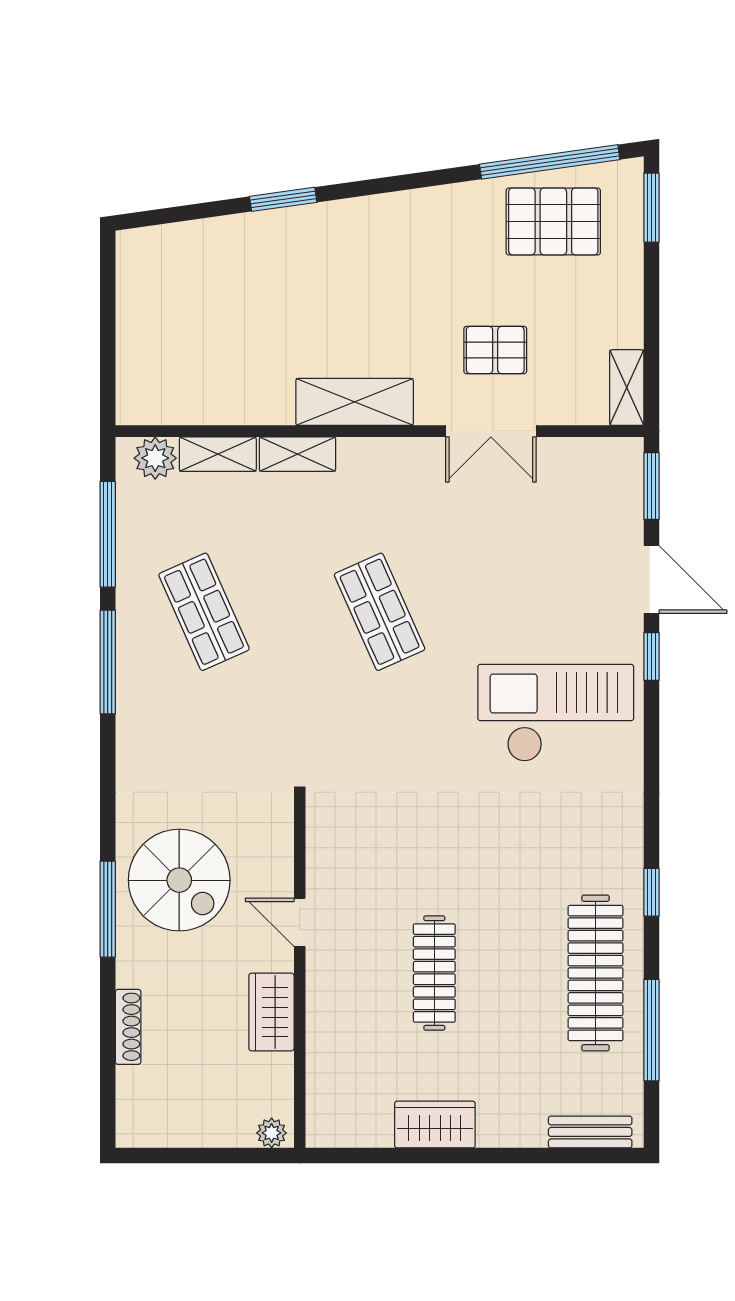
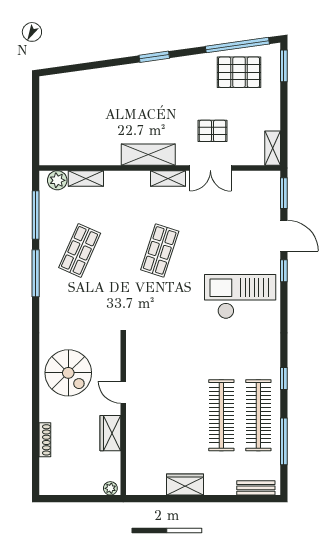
window: (283, 199) -> (154, 57), moved
shelving: (298, 454) -> (168, 178), moved
shop shelf: (204, 612) -> (80, 250), turned 48
shop shelf: (380, 612) -> (160, 250), turned 42
window: (108, 909) -> (36, 386), removed
clothes rail: (434, 973) -> (221, 415), moved, width x1.37, depth x1.31

